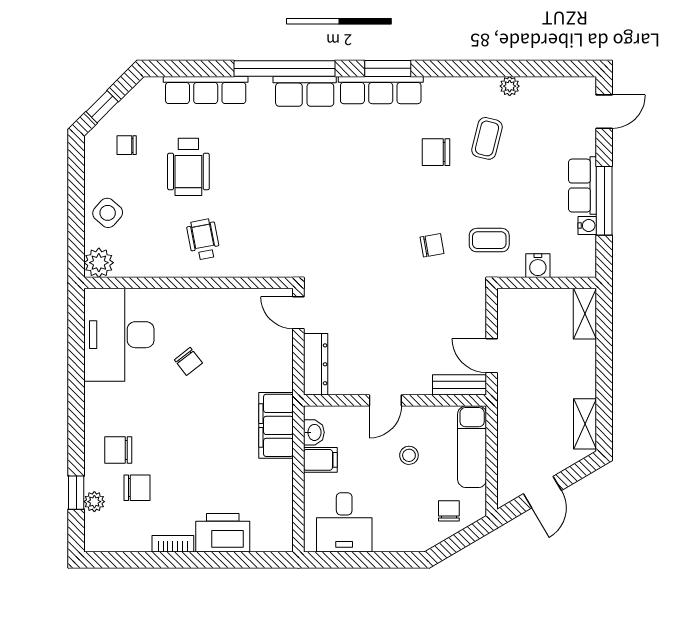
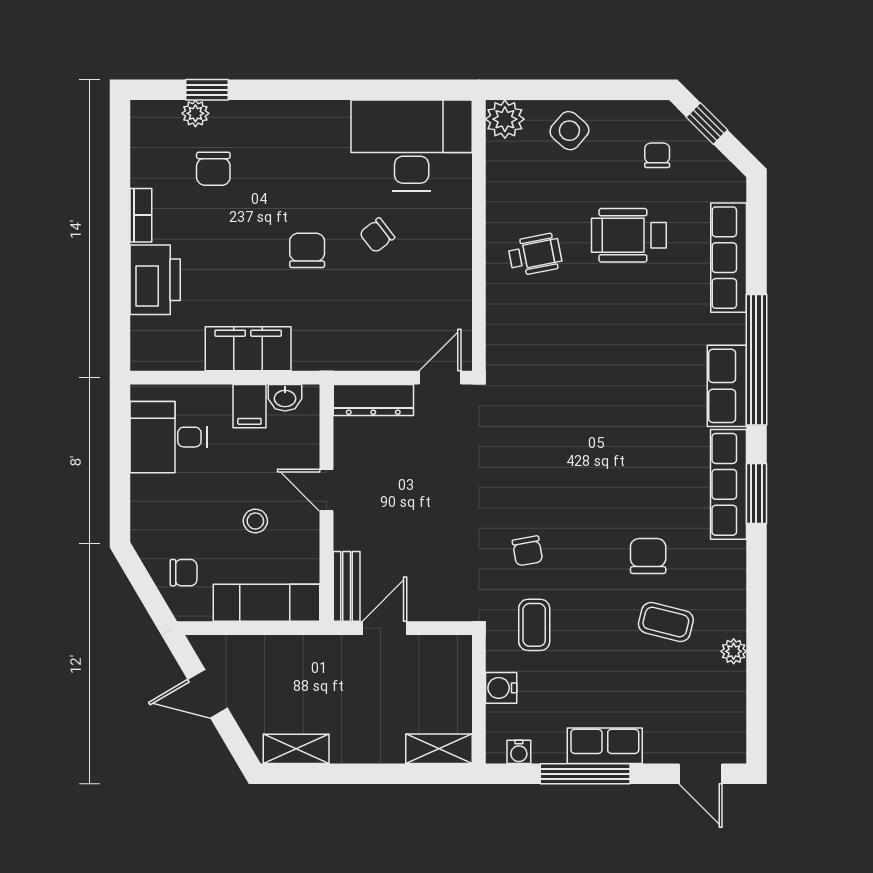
water cooler: (587, 225) -> (519, 752), moved
filing cabinet: (276, 425) -> (248, 349), moved
chair: (118, 450) -> (307, 250), moved

